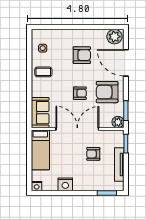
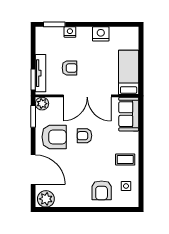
armchair: (82, 55) -> (102, 190), moved, turned -90
tv unit: (119, 165) -> (41, 73), moved
nightstand: (37, 186) -> (70, 32), moved

